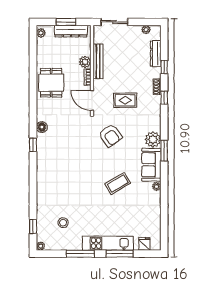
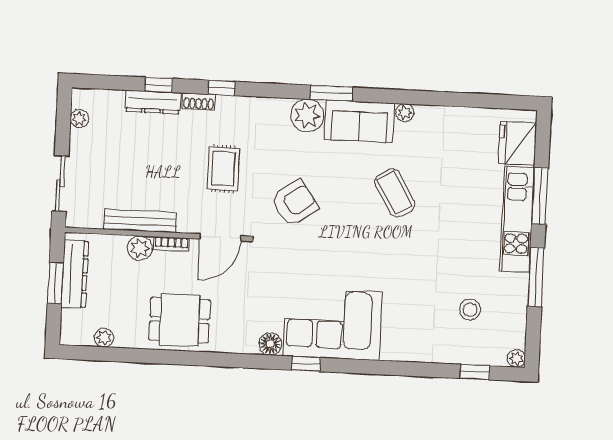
plant: (41, 33) -> (104, 338), moved
dresser: (156, 54) -> (153, 102), moved
corner sofa: (53, 157) -> (333, 324), added
fridge: (144, 244) -> (518, 143), width x1.88, depth x1.34

